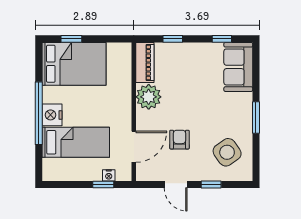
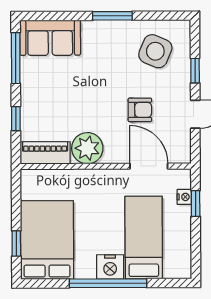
window: (222, 39) -> (16, 58), width x2.17
armchair: (179, 140) -> (140, 110), turned 180
side table: (227, 152) -> (155, 51), turned -32

